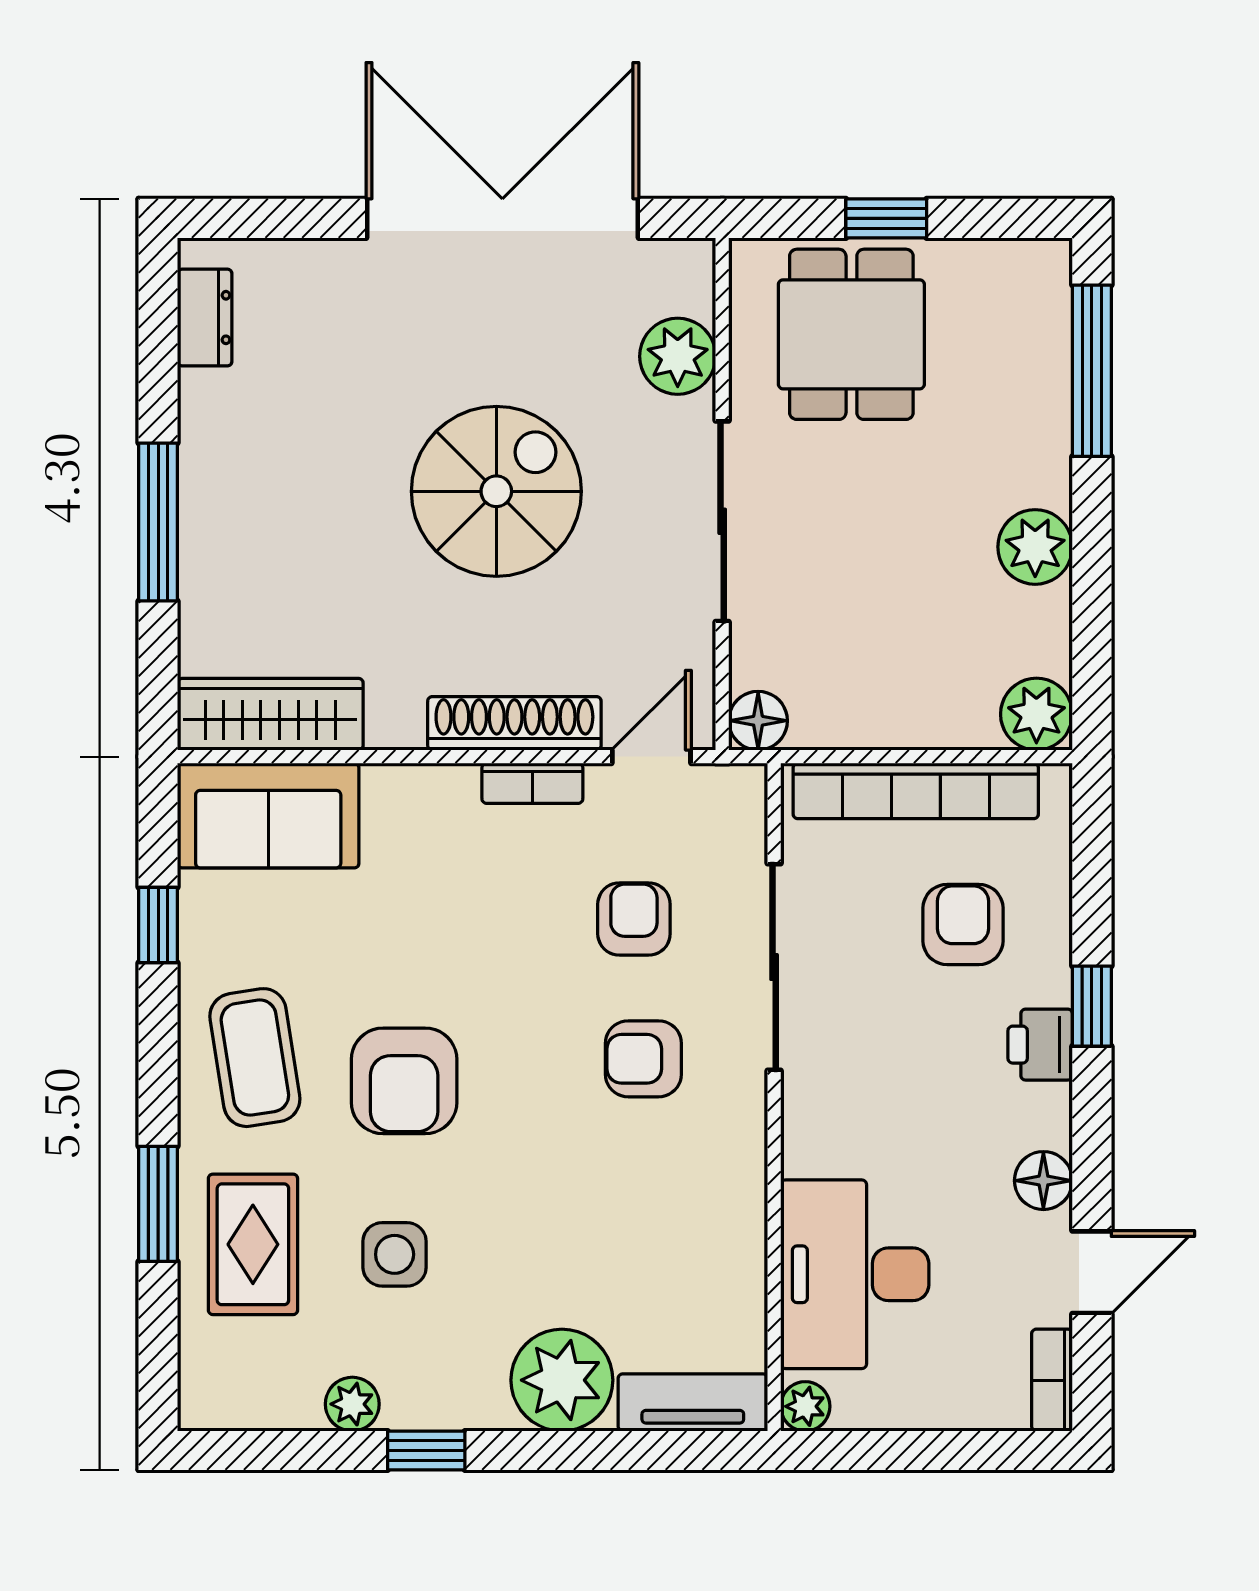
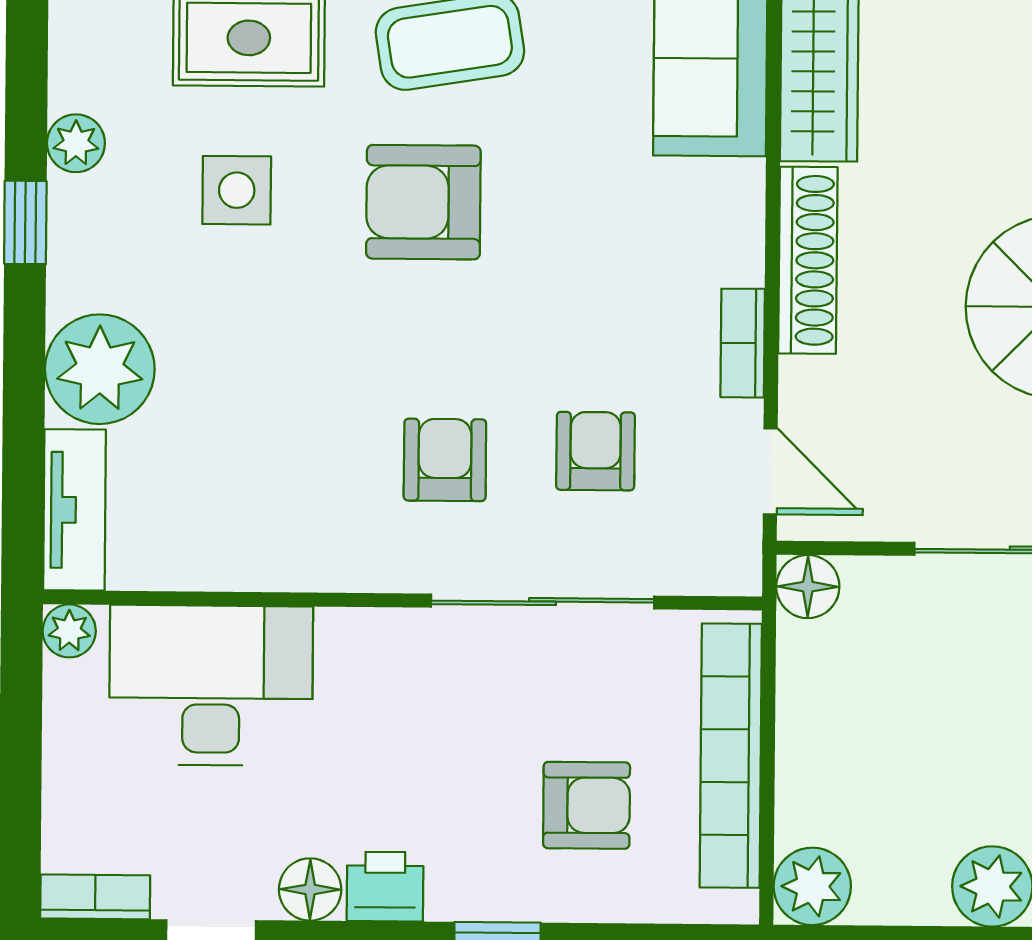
shoe rack: (514, 723) -> (808, 260), moved
armchair: (634, 919) -> (596, 451), turned -90
printer: (1040, 1045) -> (385, 887), moved

